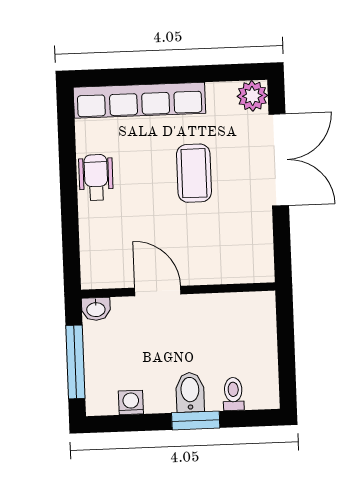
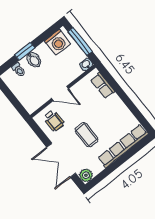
wheelchair: (96, 177) -> (54, 121), moved
row of seats: (94, 245) -> (103, 86), added
door: (158, 291) -> (60, 94), moved
washing machine: (131, 402) -> (57, 42), width x1.89, depth x1.89

